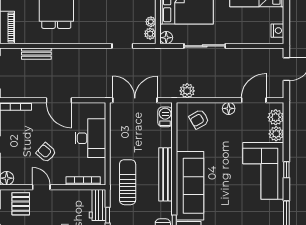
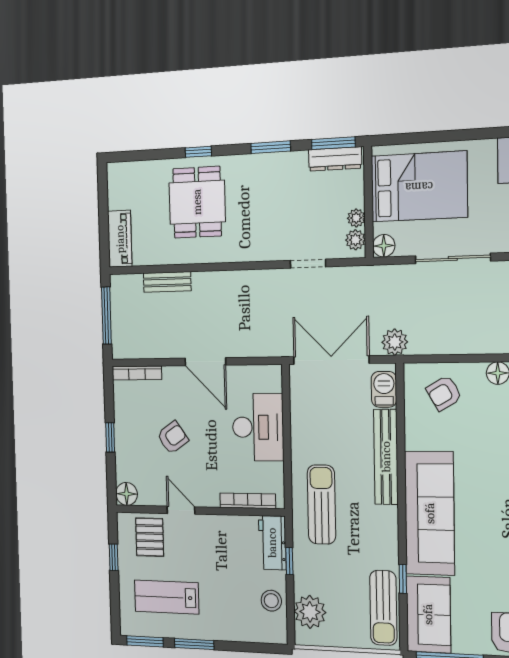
plant: (187, 91) -> (395, 342), moved
armchair: (46, 152) -> (173, 437), moved, turned 104
bench: (166, 174) -> (386, 457), moved

